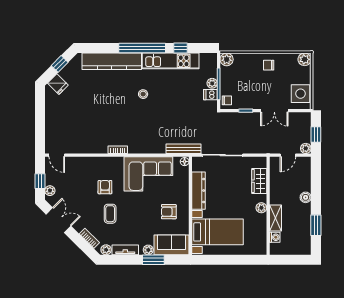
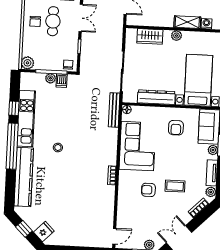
cafe table: (270, 83) -> (53, 21), added

